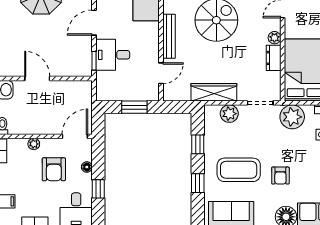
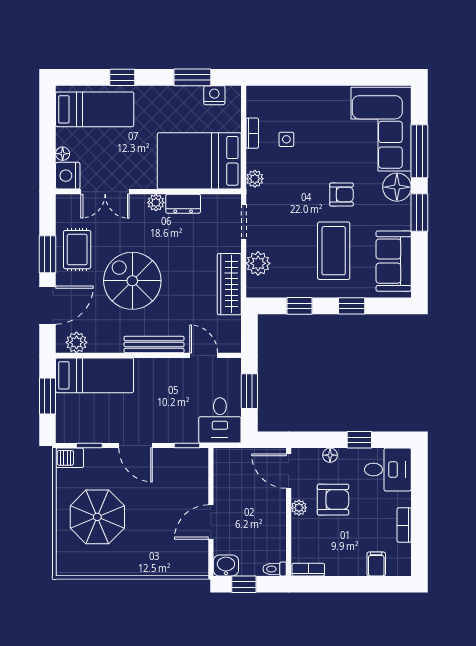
desk: (113, 55) -> (220, 420), moved
plant: (292, 117) -> (255, 179), width x0.53, depth x0.53
plant: (34, 144) -> (299, 508), moved

